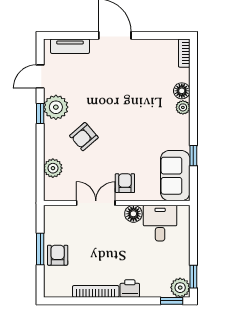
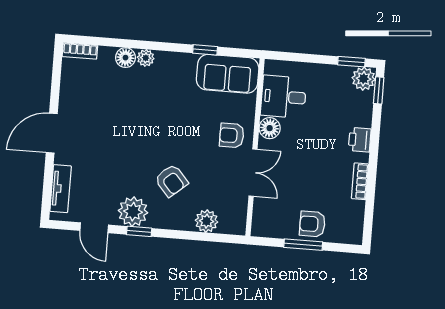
double door: (96, 203) -> (253, 173), swing flipped
bookcase: (96, 291) -> (360, 181), width x0.64

